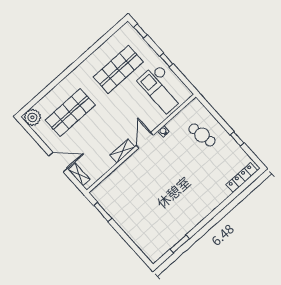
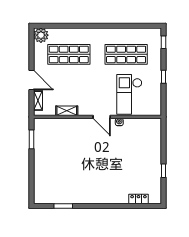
checkout: (162, 88) -> (129, 94), moved
cafe table: (202, 135) -> (143, 147), removed
door: (145, 140) -> (102, 117), swing flipped
shelving: (122, 151) -> (67, 111), moved
locker: (242, 178) -> (138, 199), width x0.66

